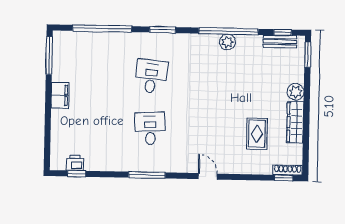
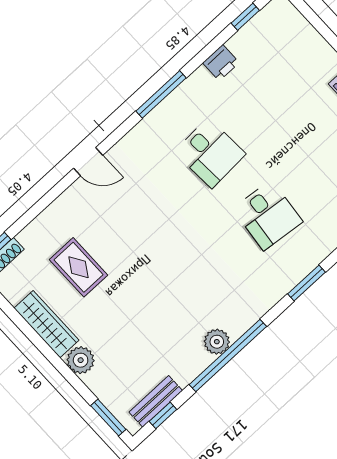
printer: (75, 163) -> (221, 63), moved

